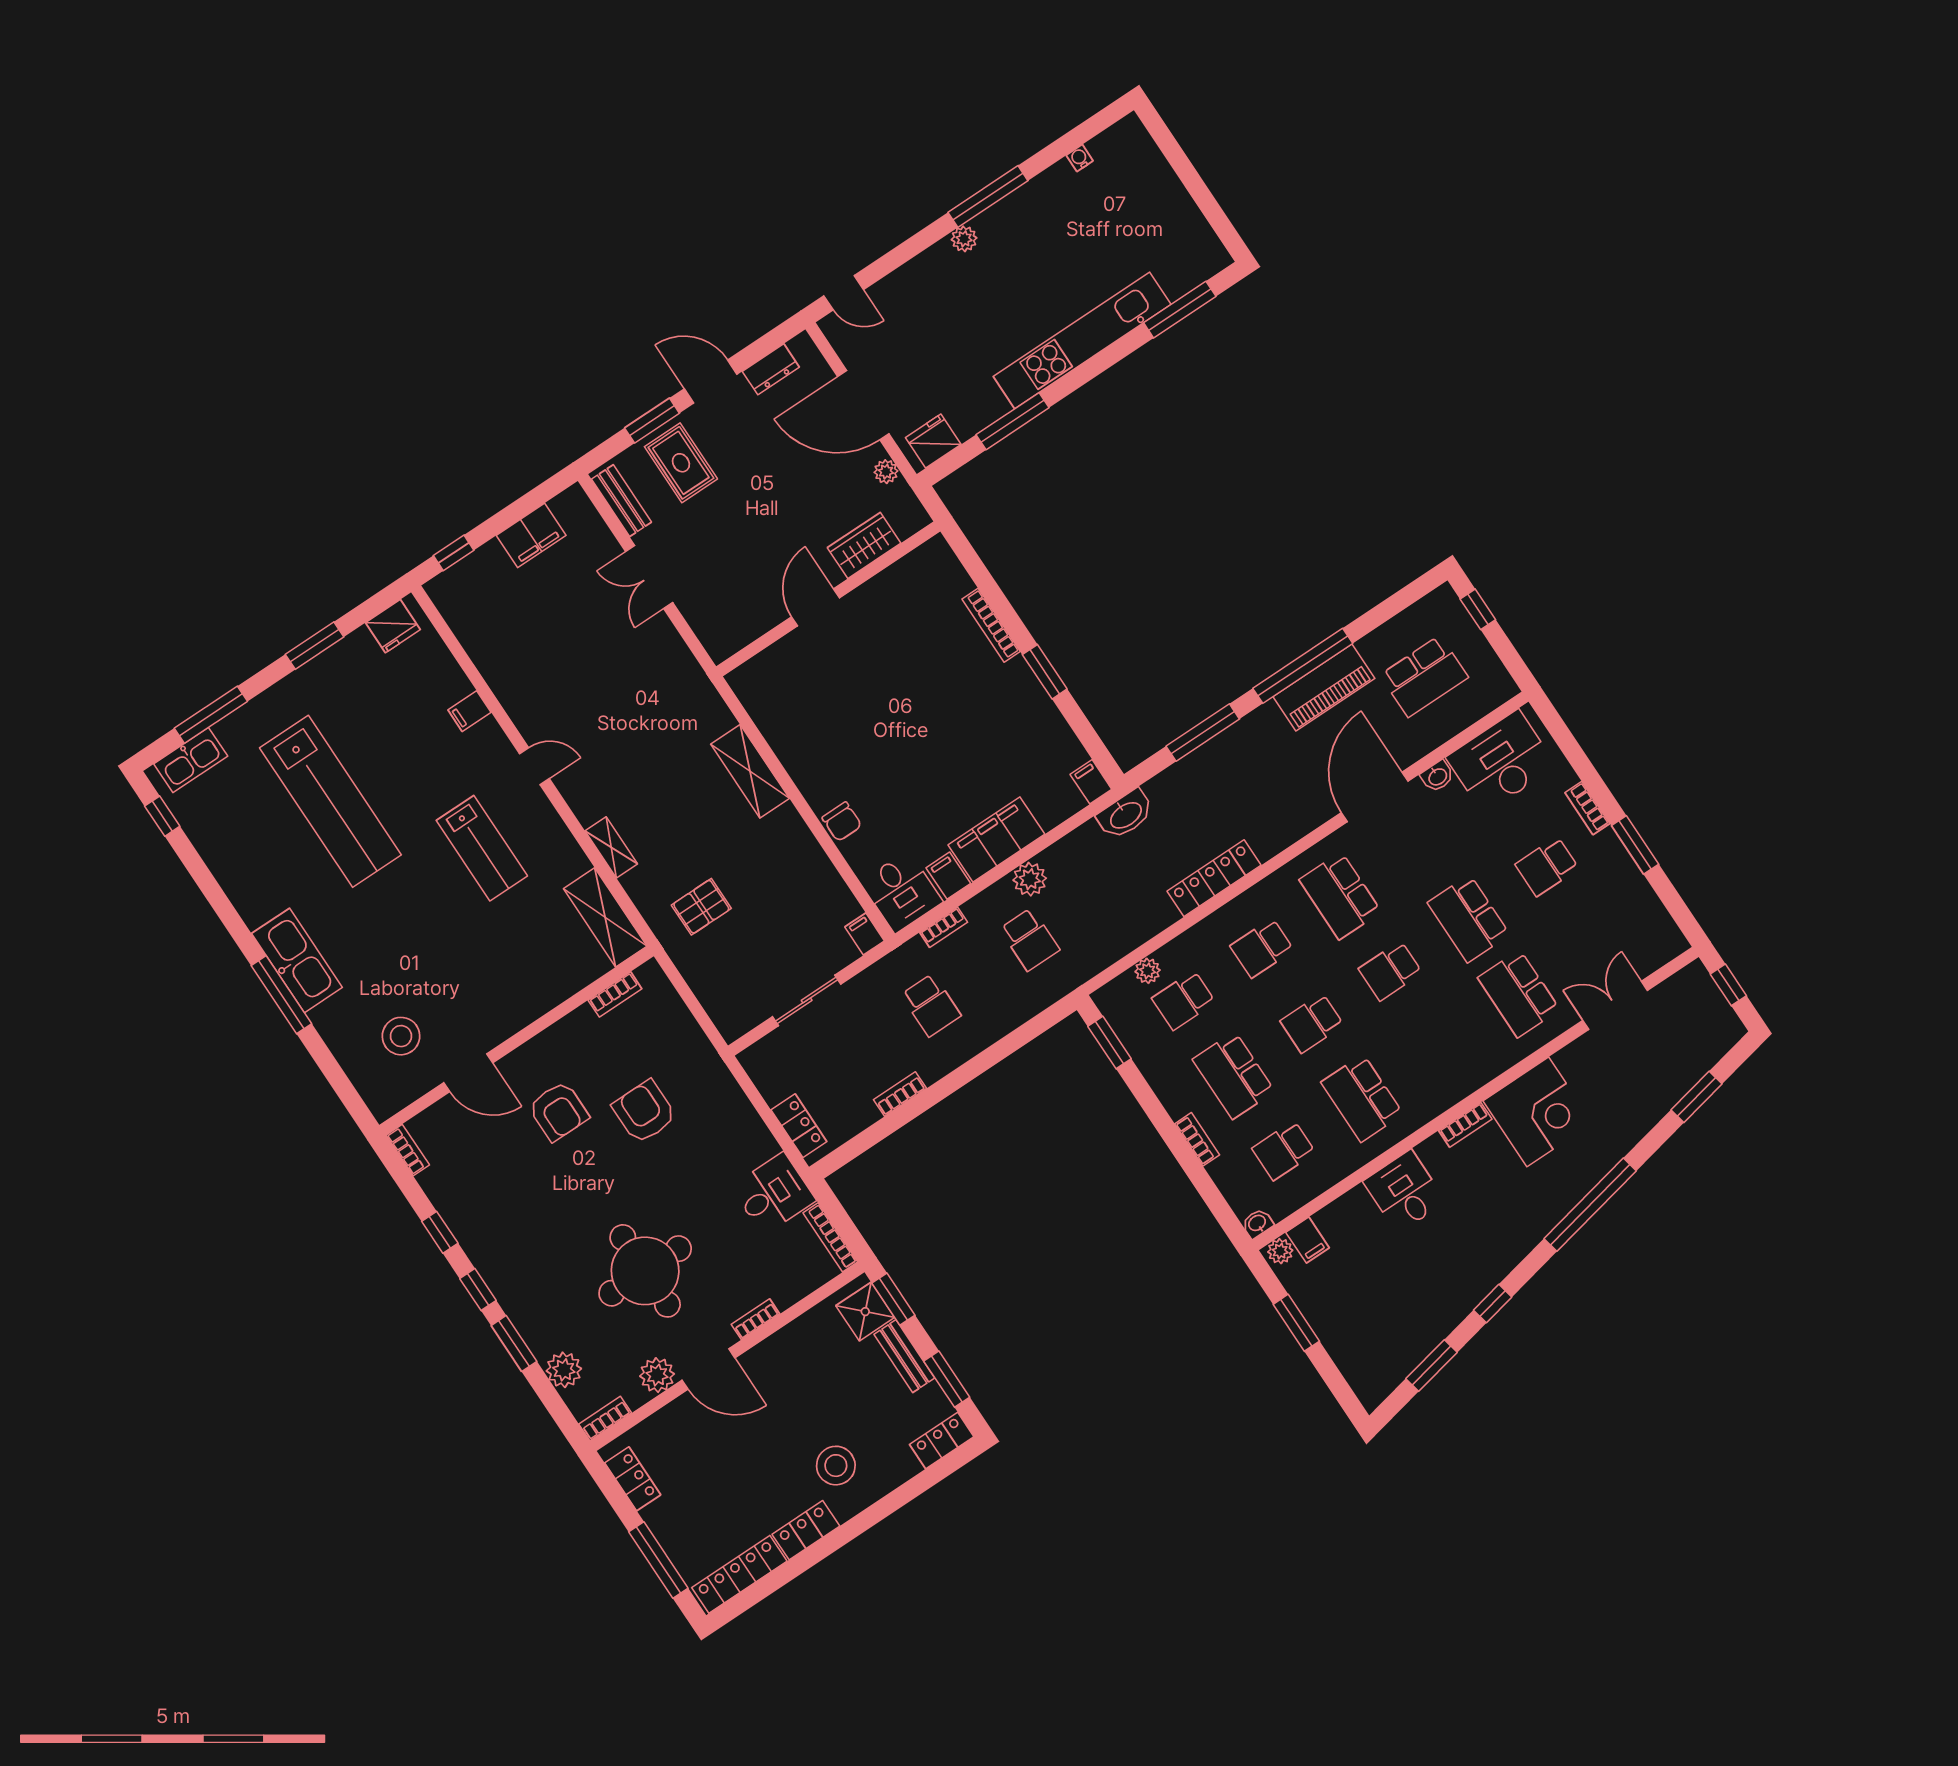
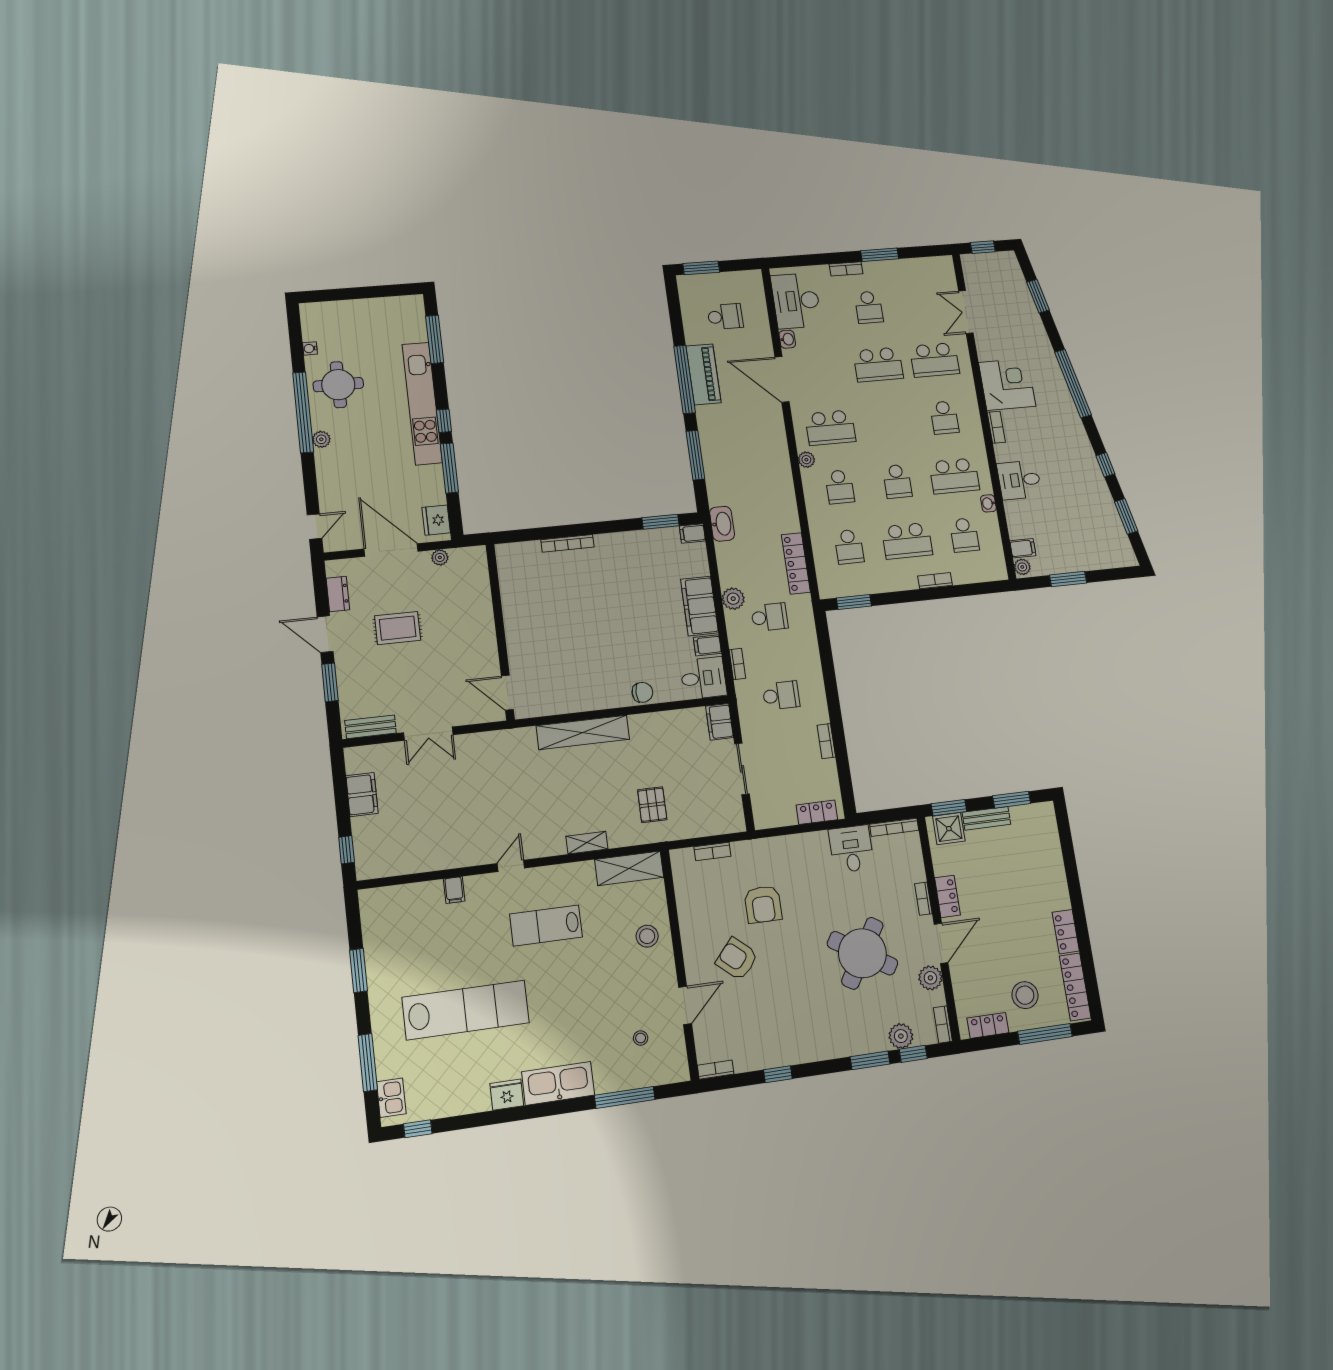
window: (988, 196) -> (303, 412), width x1.46
round table: (1050, 220) -> (338, 385), added
door: (711, 381) -> (325, 634), hinge flipped
window: (1073, 381) -> (444, 421), added
door: (863, 405) -> (391, 550), swing flipped
rug: (681, 463) -> (398, 628), moved
wardrobe: (864, 545) -> (478, 593), removed
door: (815, 607) -> (507, 693), moved
window: (1478, 609) -> (701, 268), width x1.50
fridge: (393, 626) -> (507, 1095), moved, turned -90
window: (1045, 672) -> (661, 522), moved
school desk: (1424, 676) -> (725, 317), width x0.54
kitchen sink: (191, 760) -> (391, 1098), width x0.73
shelving: (750, 771) -> (583, 732), width x1.47
lab bench: (482, 848) -> (546, 926), turned 180
locker: (1214, 878) -> (796, 563), moved
filing cabinet: (865, 934) -> (719, 722), width x2.00
plant: (1148, 971) -> (806, 460), moved
school desk: (1390, 971) -> (944, 417), moved
stool: (531, 982) -> (647, 936), added
bookcase: (615, 994) -> (712, 851), moved, turned 90
window: (281, 995) -> (625, 1097), moved
stool: (401, 1036) -> (641, 1038), width x0.53, depth x0.53
armchair: (558, 1111) -> (737, 959), turned -139
armchair: (644, 1112) -> (763, 904), turned -90
washbasin: (1257, 1223) -> (988, 503), moved
round table: (645, 1271) -> (862, 953), turned 32
window: (478, 1290) -> (913, 1054), moved
locker: (942, 1440) -> (947, 896), moved, turned 180
stool: (836, 1466) -> (1025, 995), moved

